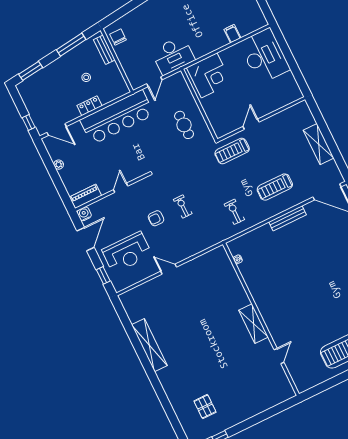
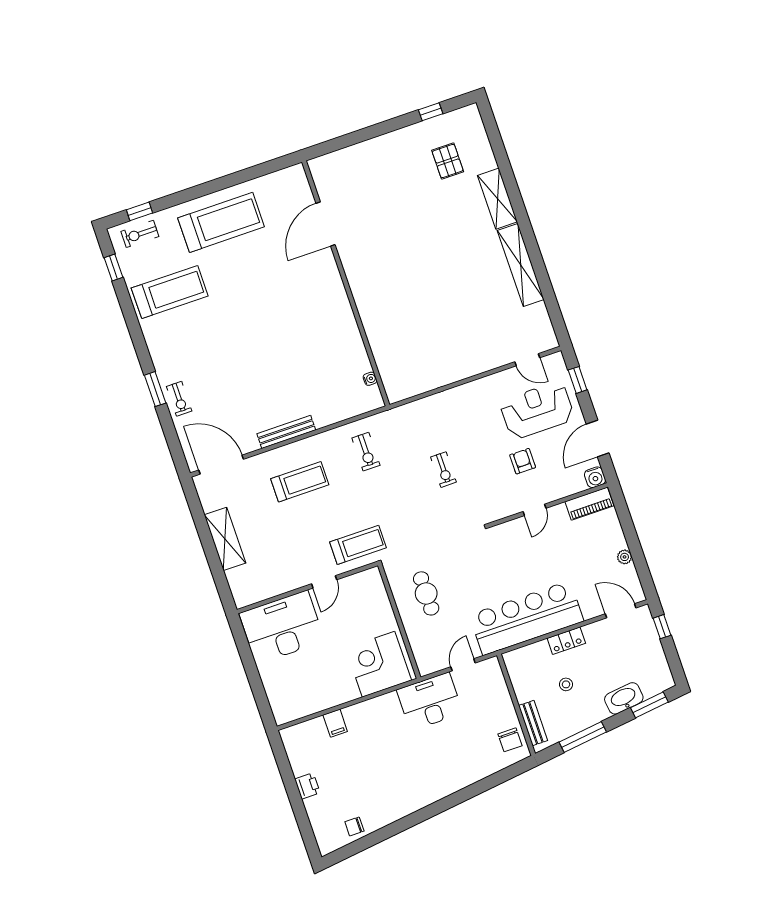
desk: (264, 56) -> (282, 627), moved, turned 90
washbasin: (48, 73) -> (624, 698), added
armchair: (156, 218) -> (523, 461), moved, turned -90
door: (169, 269) -> (527, 360), moved
shelving: (253, 324) -> (497, 199), moved
door: (279, 356) -> (325, 224), width x1.88

